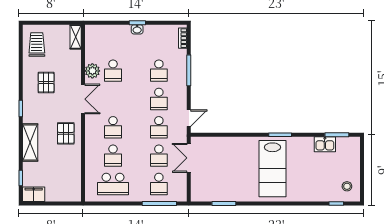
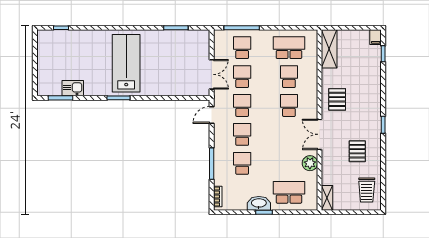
washbasin: (137, 29) -> (259, 203), width x1.91, depth x1.45
school desk: (113, 71) -> (289, 192), moved, width x1.85
shelving: (30, 142) -> (329, 49), moved
stool: (347, 186) -> (50, 45), removed
filing cabinet: (34, 194) -> (376, 37), width x0.50

